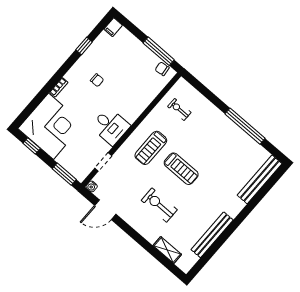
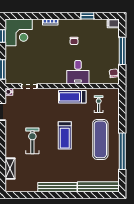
window: (159, 51) -> (122, 51), moved
corner desk: (51, 126) -> (19, 32), width x0.74, depth x0.74
desk: (110, 126) -> (78, 72), moved
exercise mat: (215, 138) -> (100, 139), added
treadmill: (151, 148) -> (72, 97), moved
bench: (212, 235) -> (57, 187), moved

